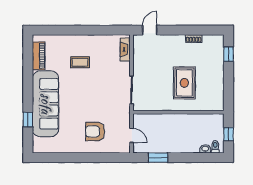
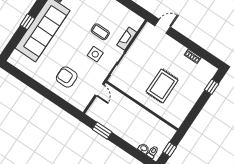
fireplace: (125, 49) -> (127, 39), moved
coffee table: (80, 62) -> (100, 32), moved
side table: (107, 94) -> (95, 54), added
window: (28, 120) -> (27, 22), moved
door: (132, 135) -> (99, 90), moved

